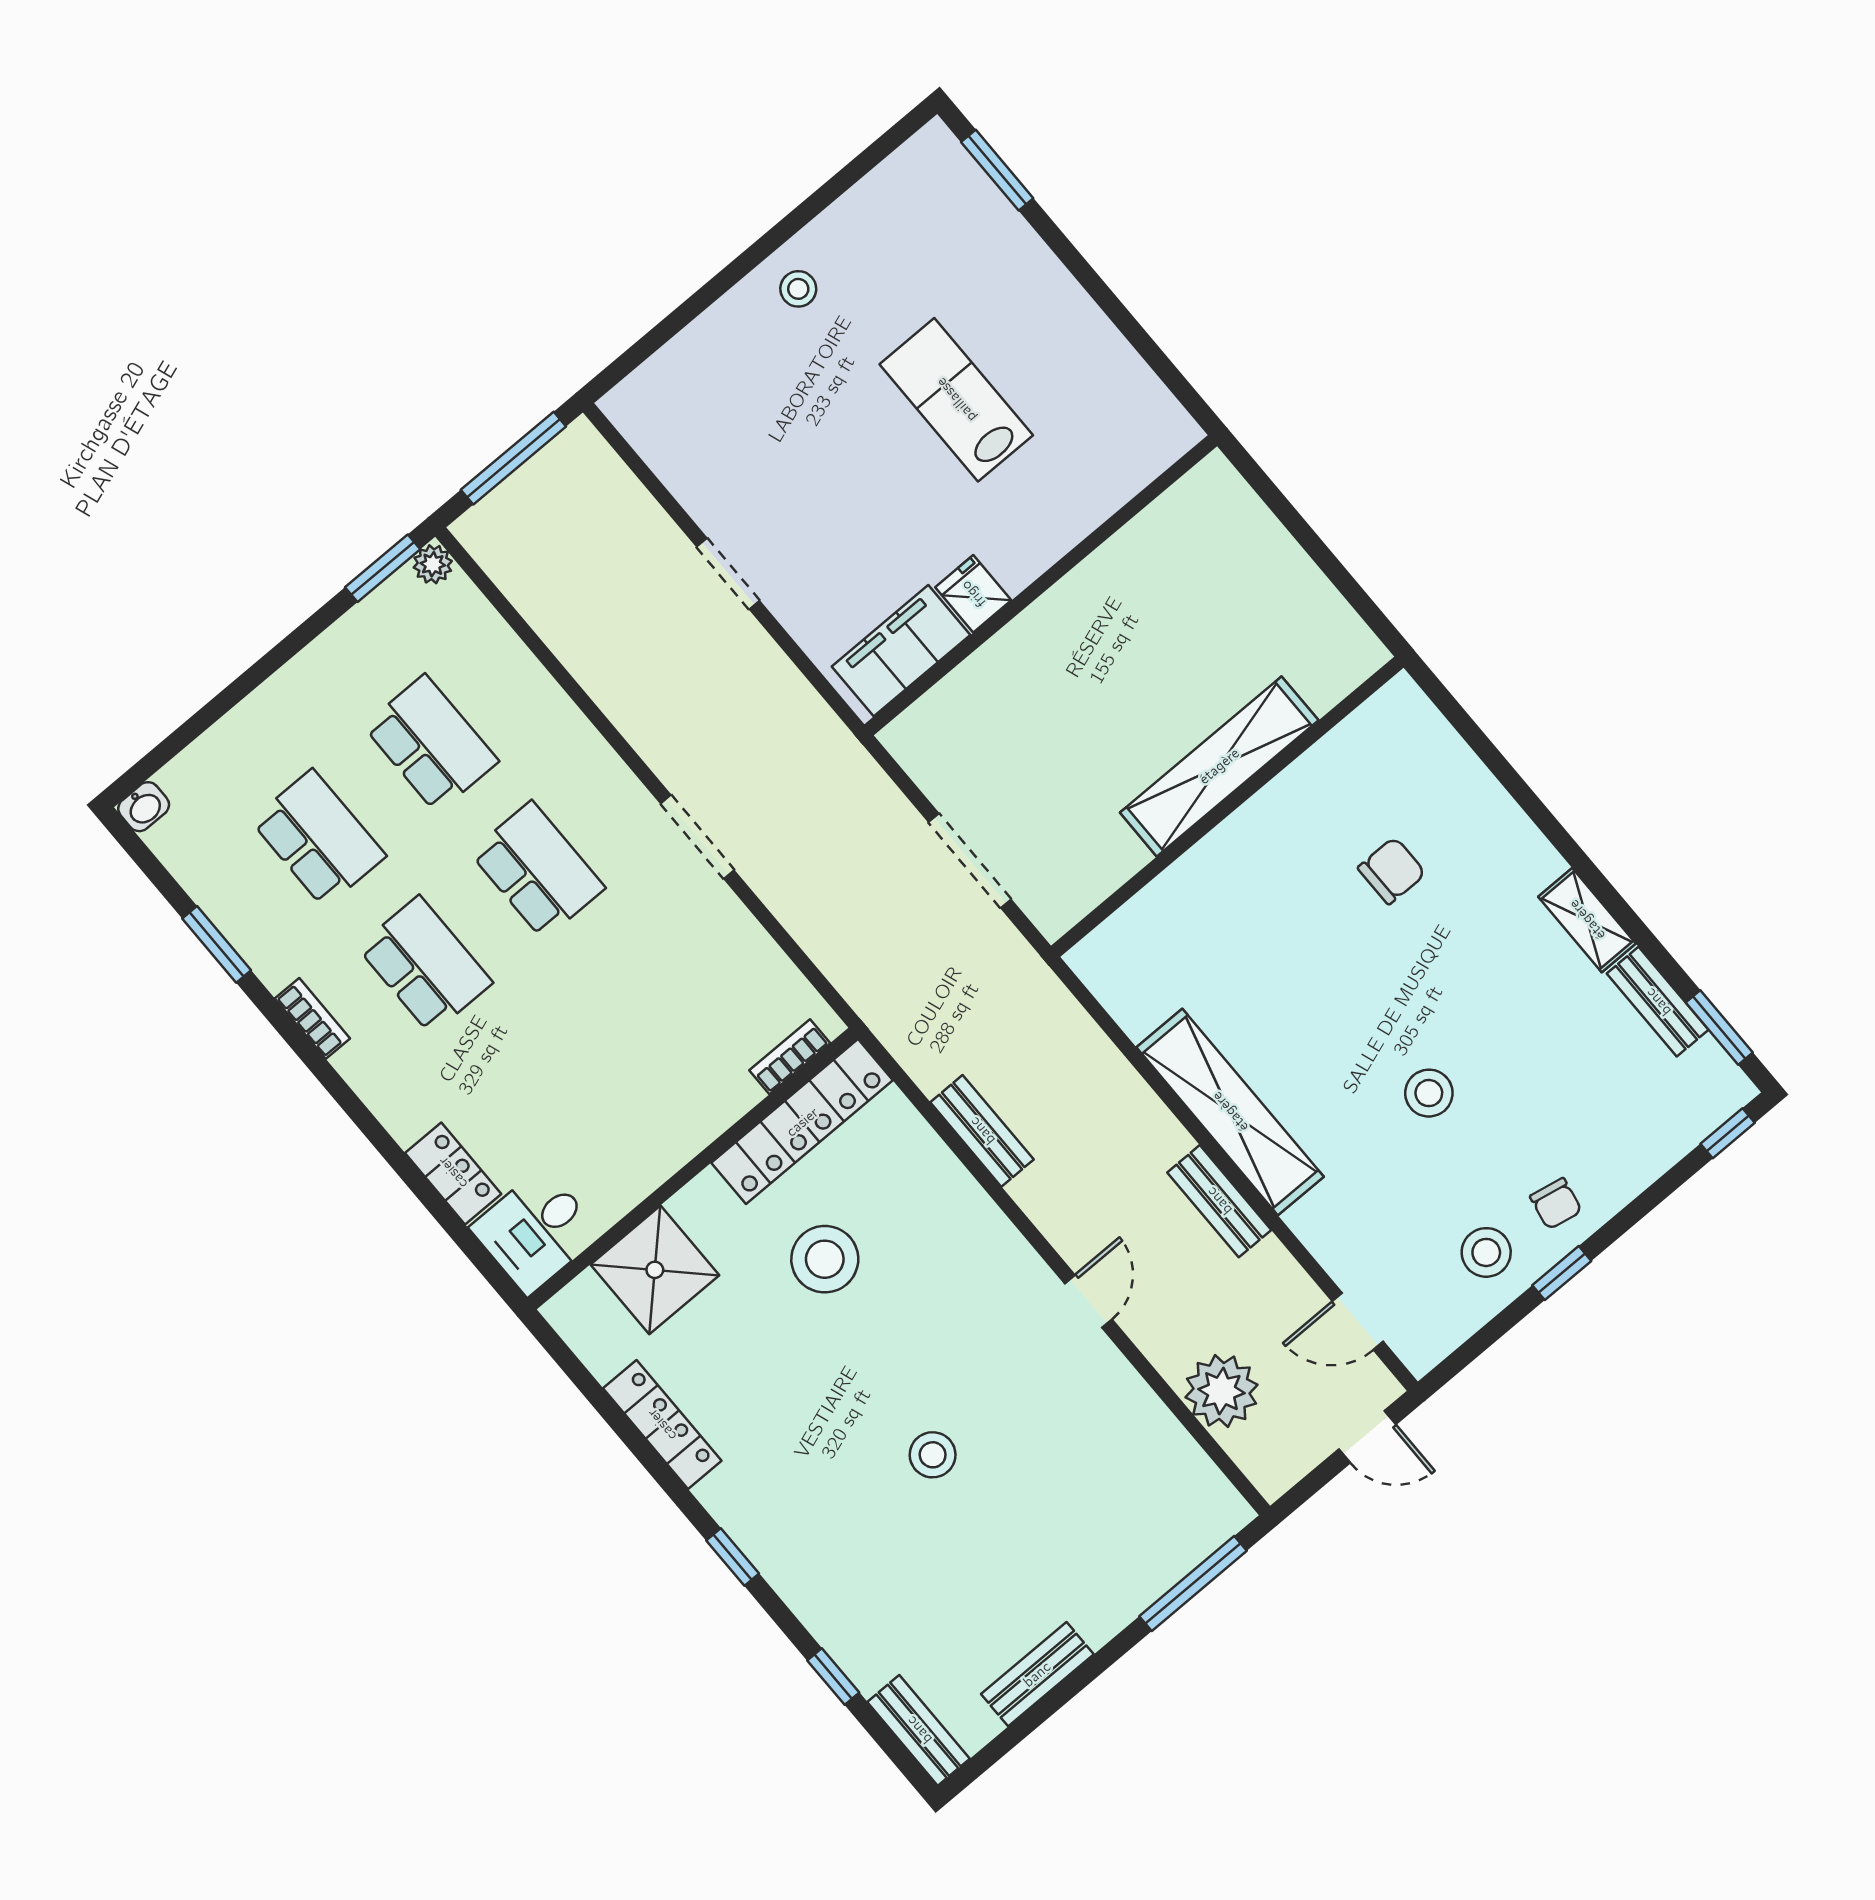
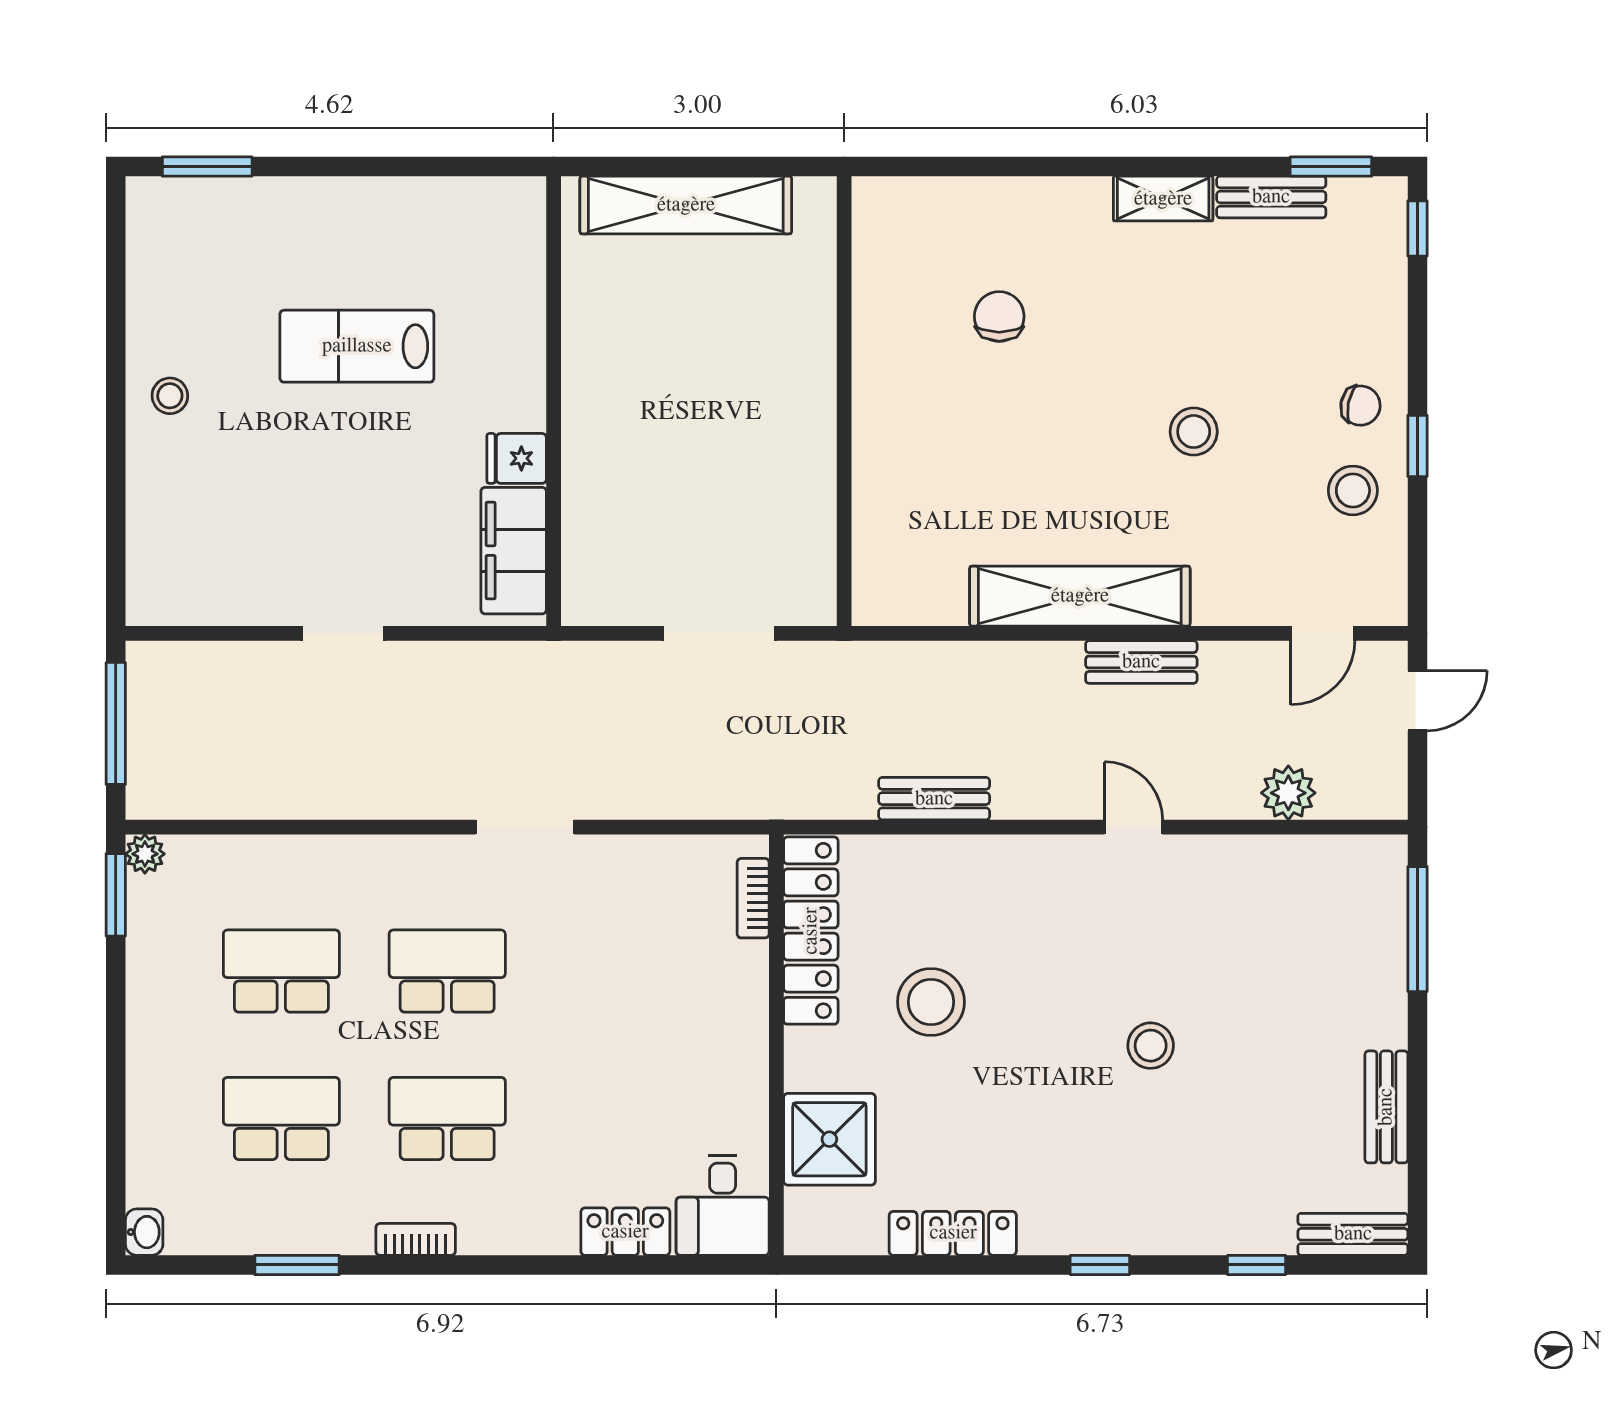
shelving: (1219, 766) -> (686, 205), moved, turned 90
plant: (1221, 1391) -> (1288, 793), width x0.73, depth x0.73

